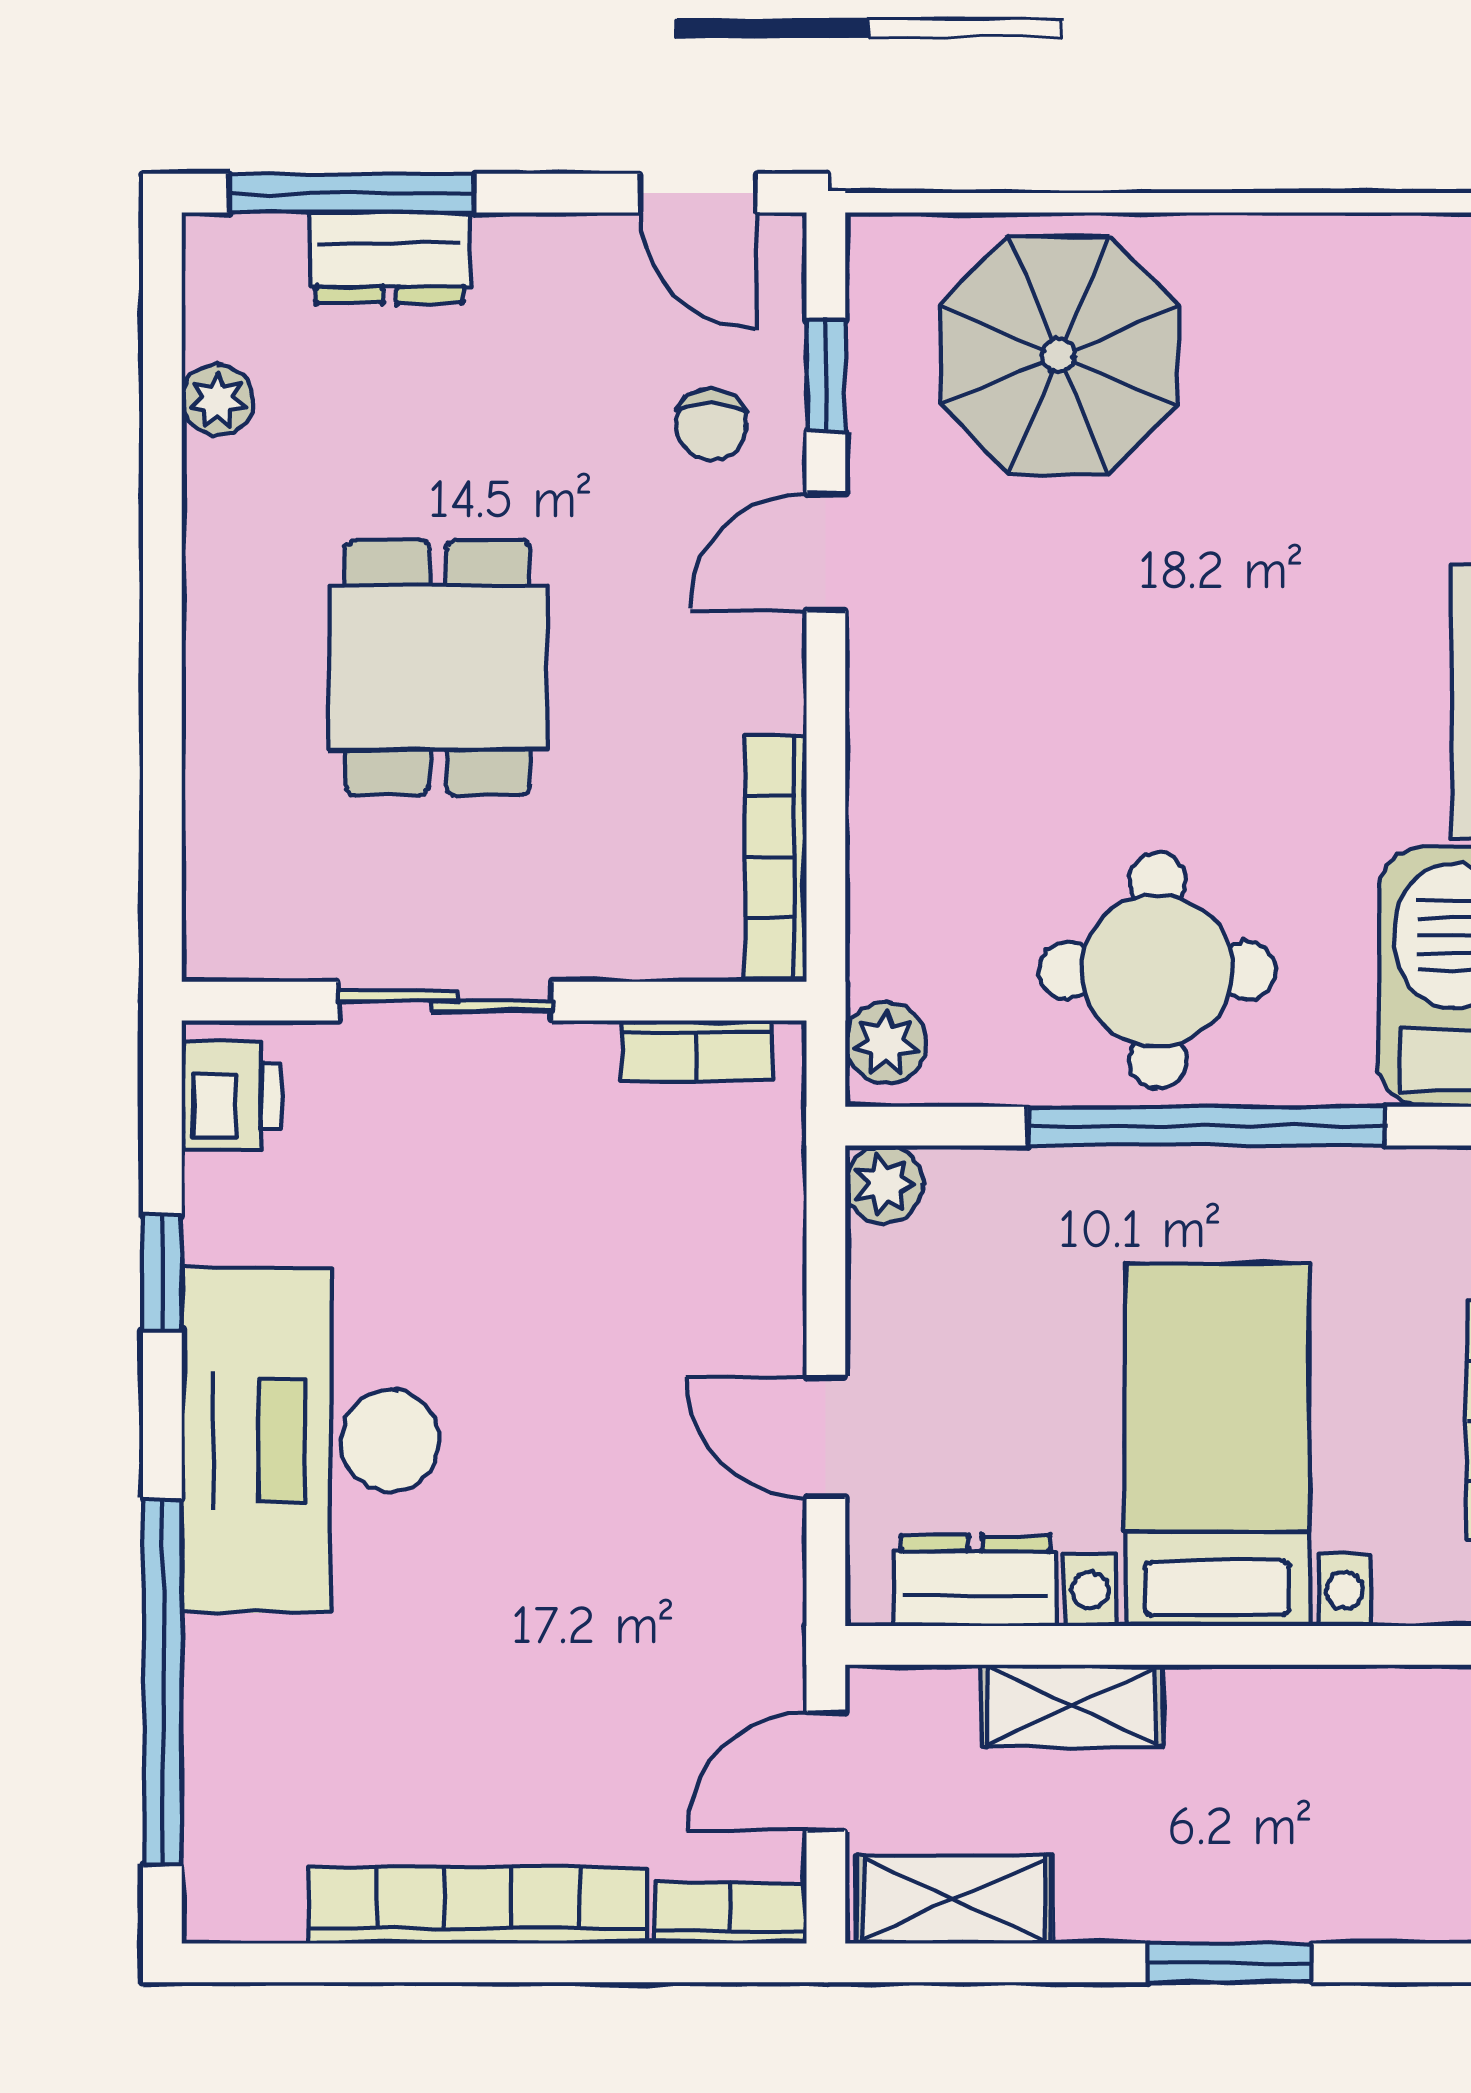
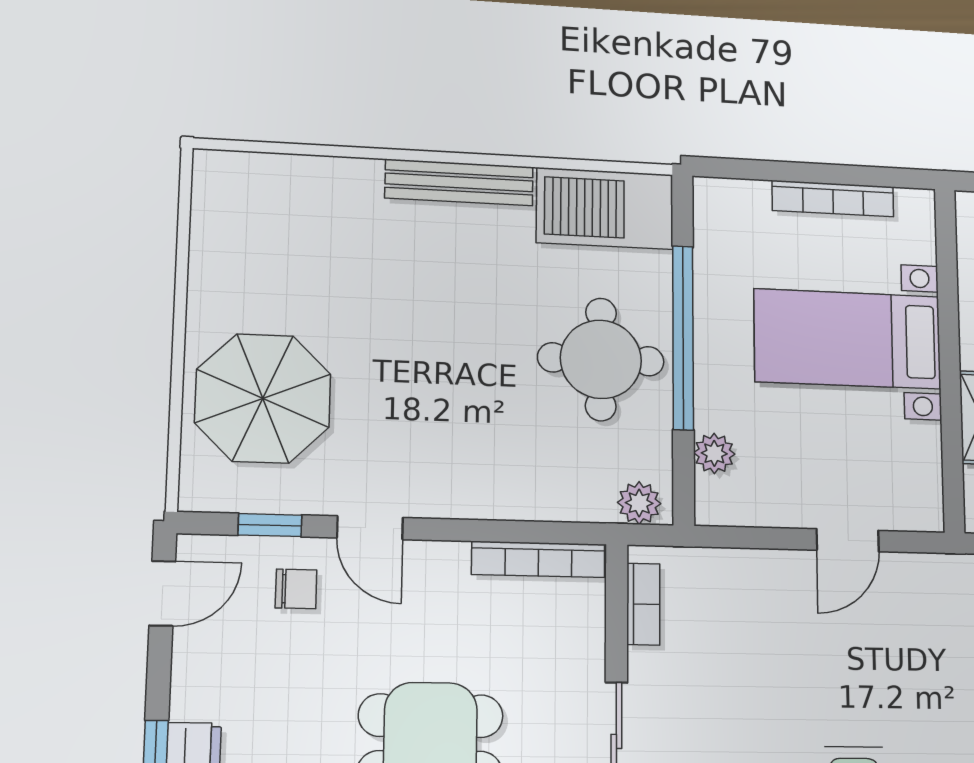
plant: (884, 1184) -> (714, 453), moved
dresser: (975, 1581) -> (920, 465), removed

